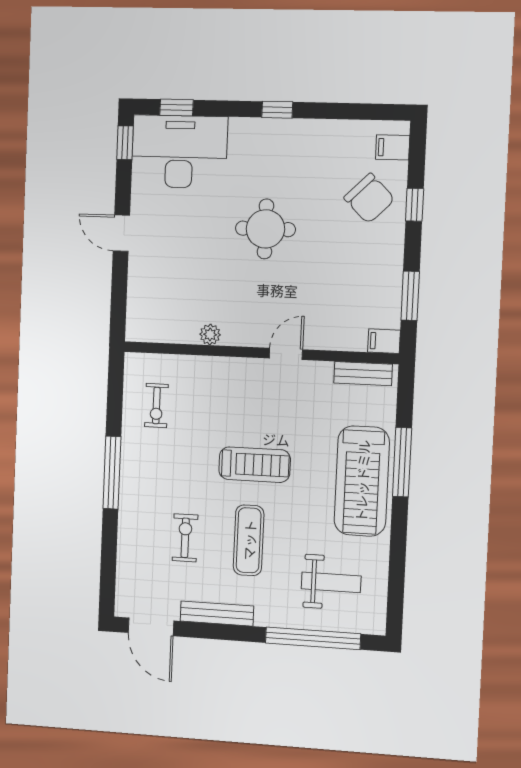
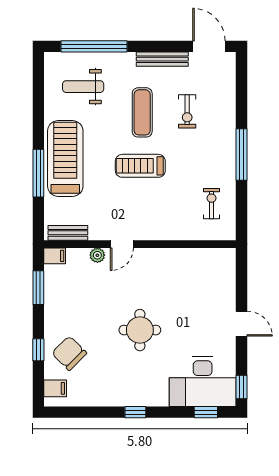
plant: (210, 335) -> (97, 255), moved

